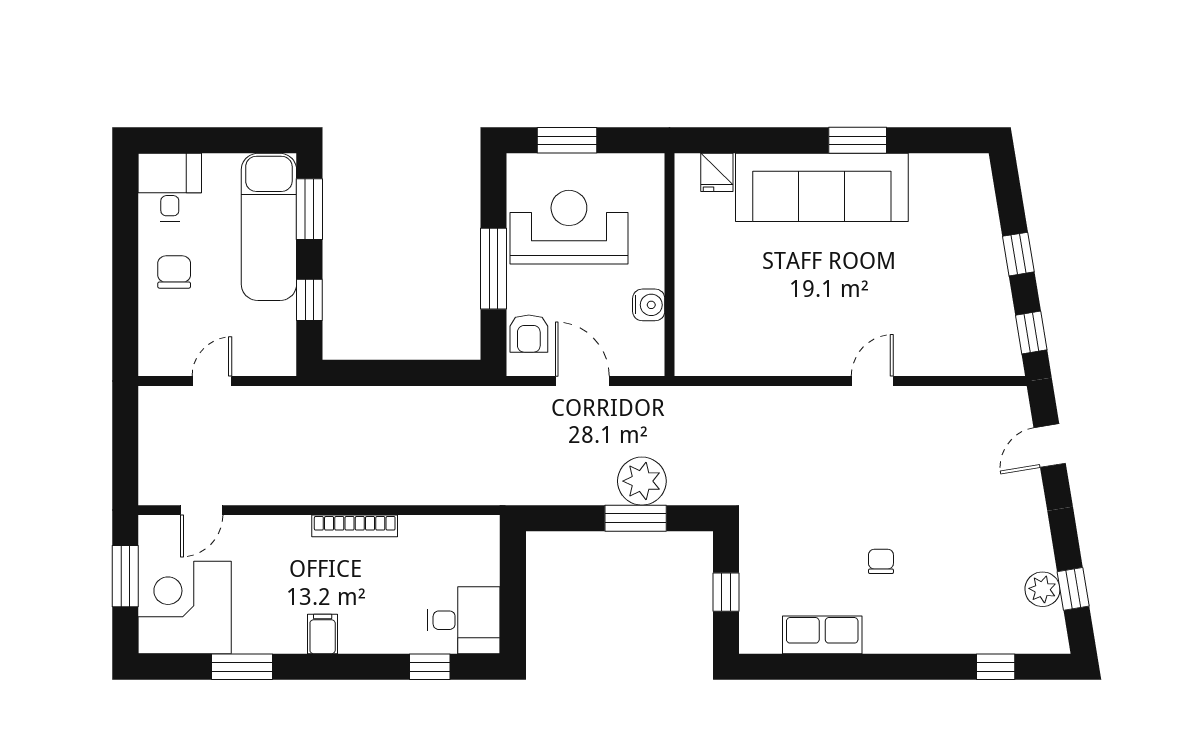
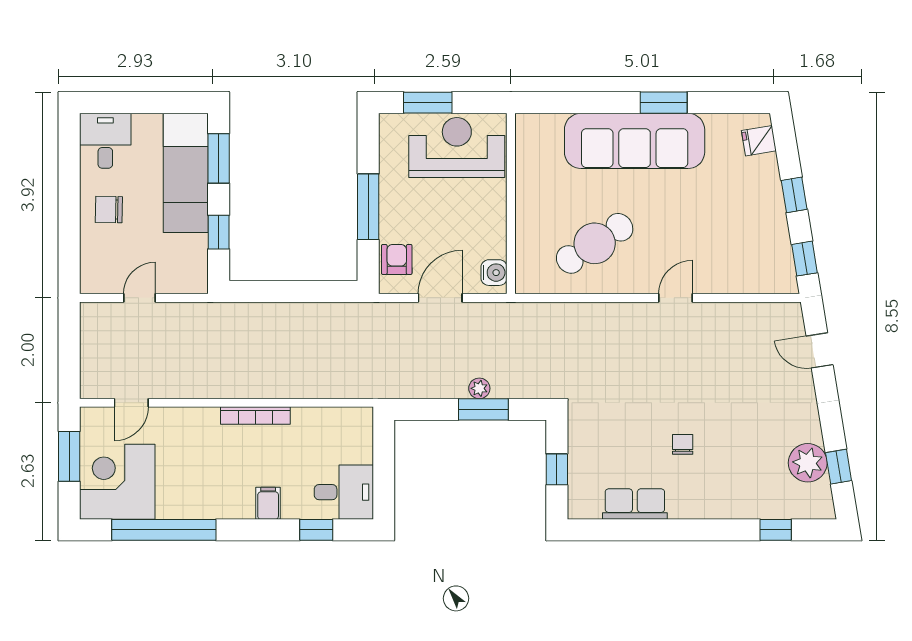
fridge: (717, 172) -> (759, 141), moved, turned 81
reception desk: (569, 227) -> (457, 147), moved
chair: (174, 272) -> (109, 210), turned -89
water cooler: (649, 305) -> (494, 273), moved
cafe table: (773, 314) -> (595, 243), added
armchair: (529, 334) -> (397, 259), turned 180
door: (582, 381) -> (440, 298), hinge flipped
door: (1050, 446) -> (820, 350), hinge flipped
plant: (642, 481) -> (479, 388), width x0.53, depth x0.53
plant: (1042, 589) -> (808, 463), width x1.36, depth x1.36
filing cabinet: (323, 634) -> (268, 503), moved
window: (242, 667) -> (164, 530), width x2.11

